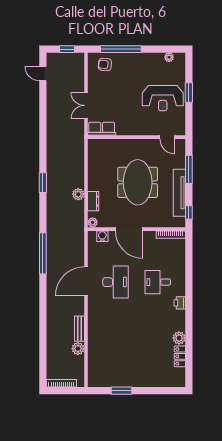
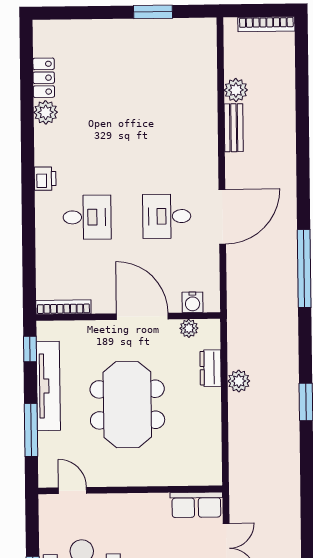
plant: (93, 222) -> (189, 328), moved
desk: (115, 282) -> (167, 216), width x0.73

